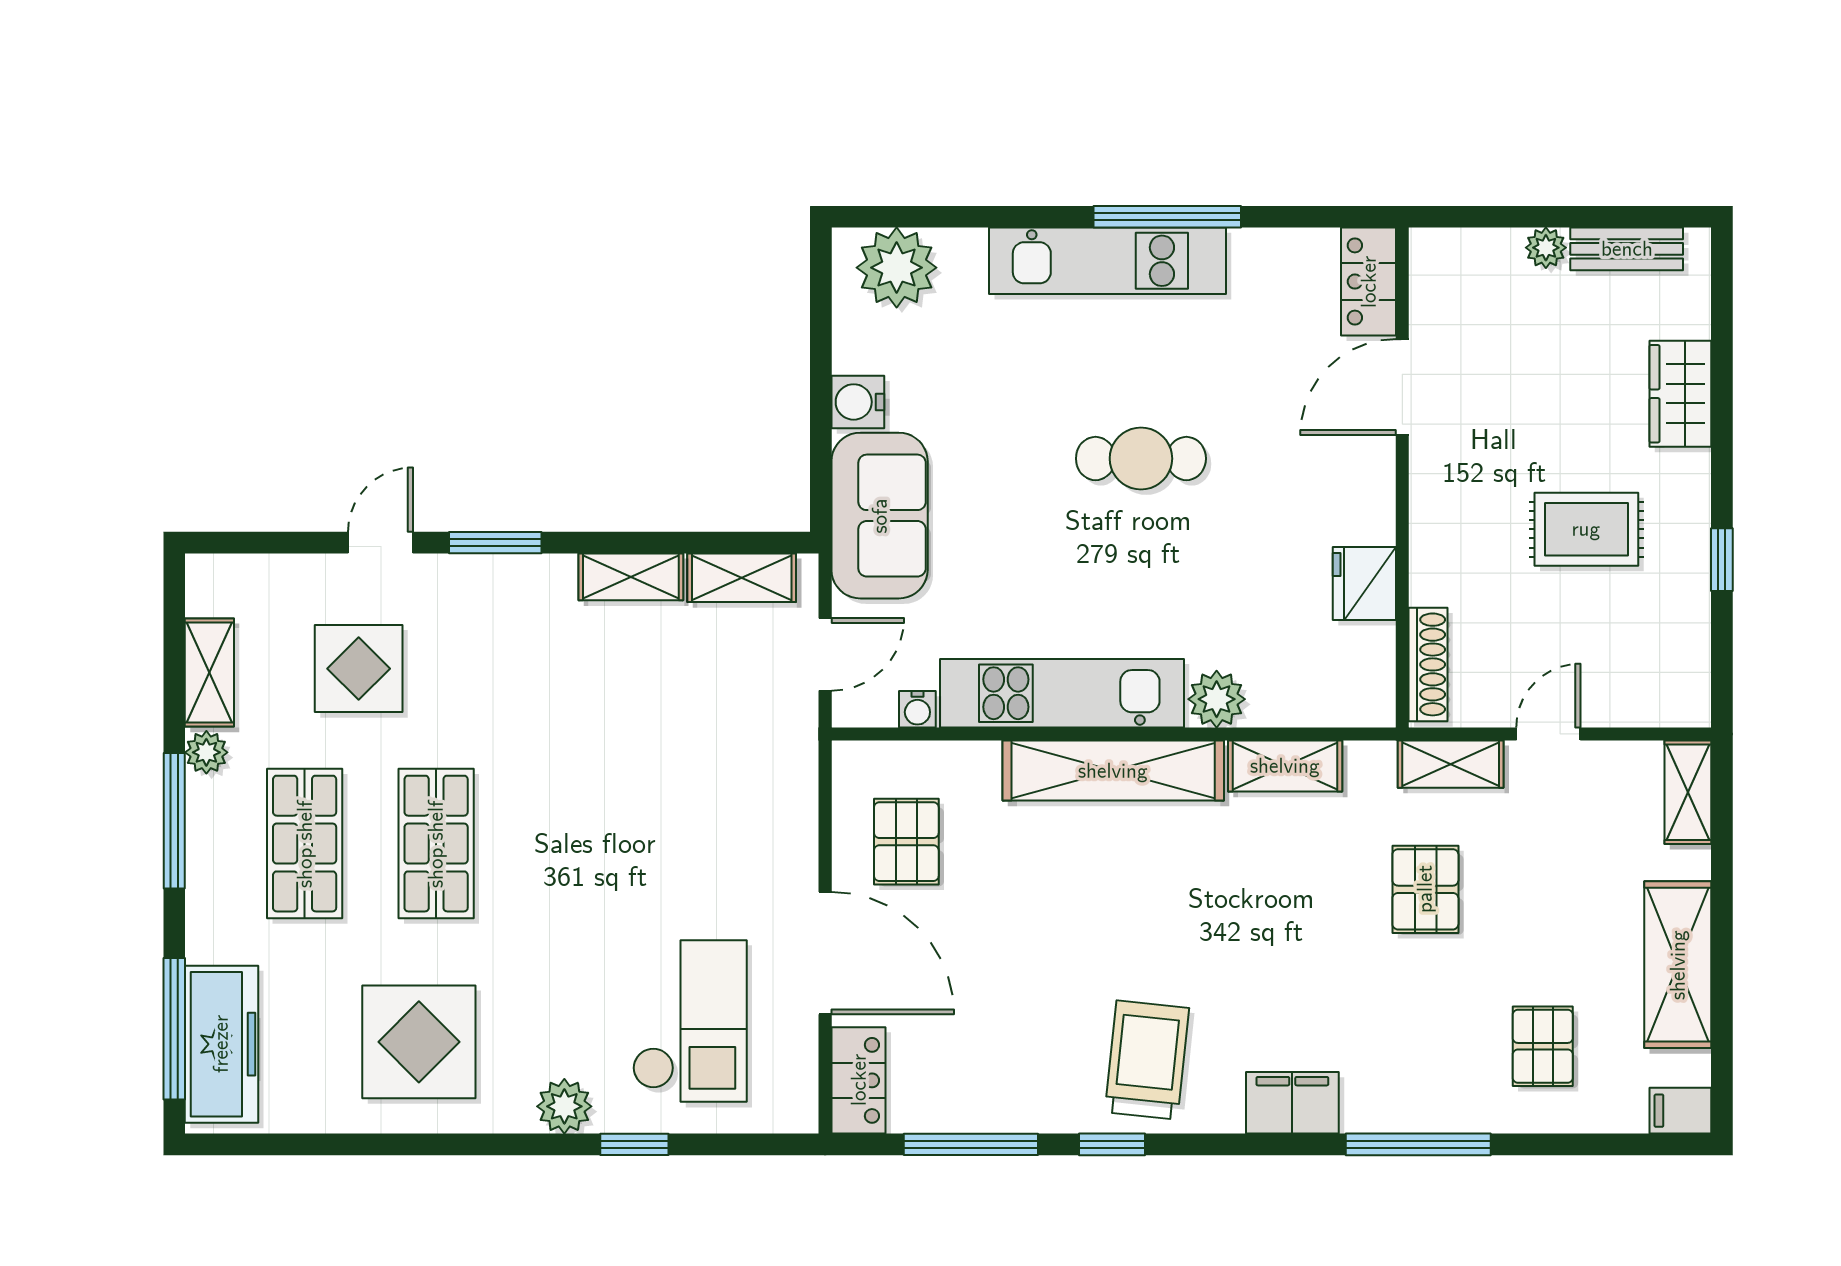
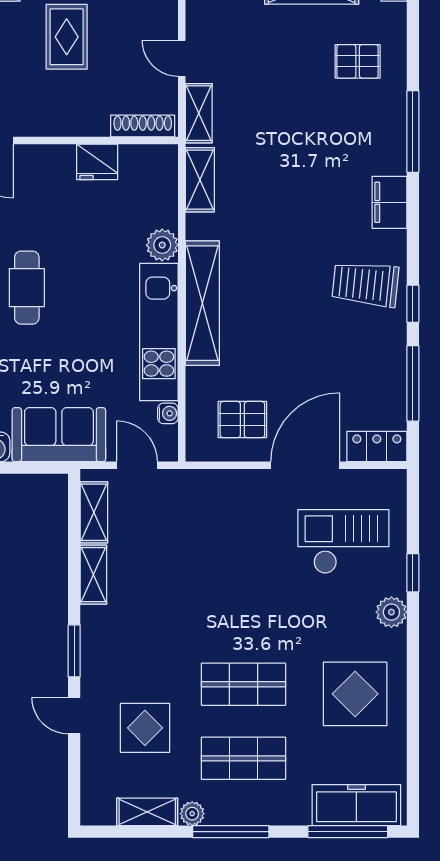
shelving: (1285, 766) -> (200, 180), moved
pallet: (1425, 889) -> (269, 127), removed

